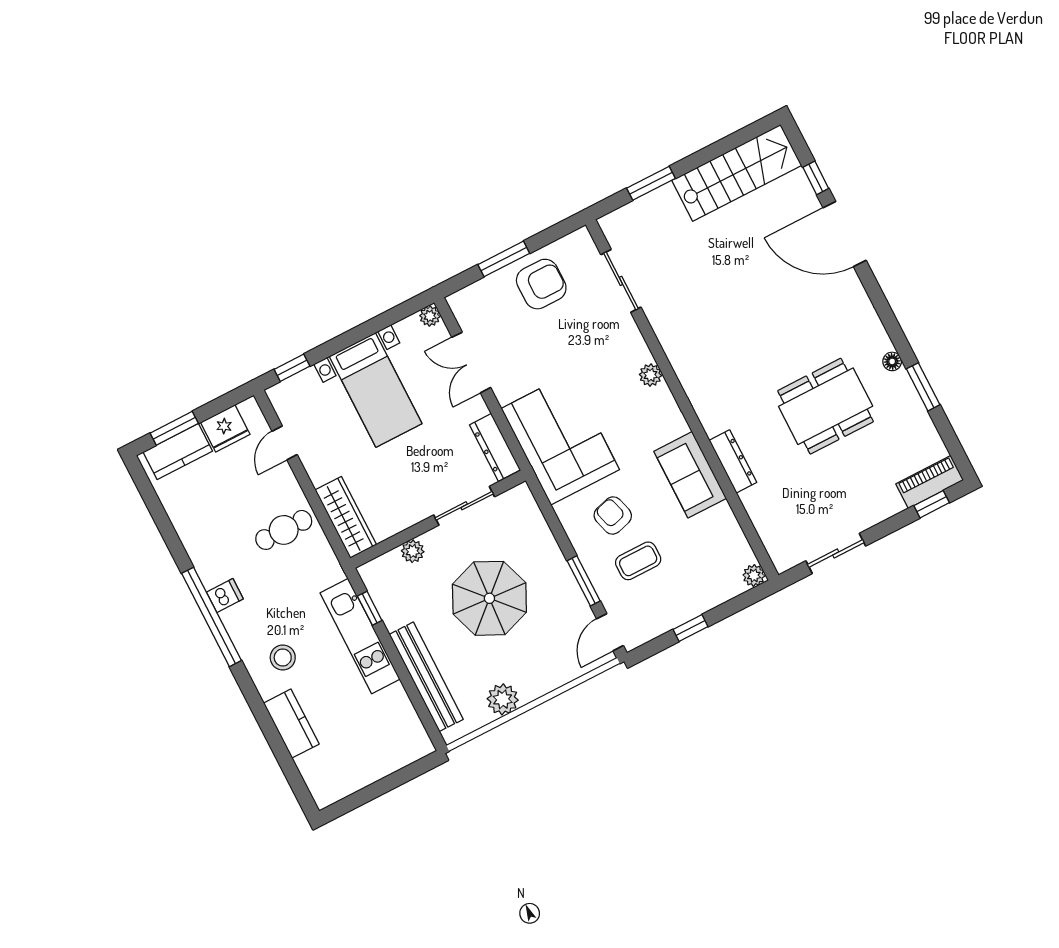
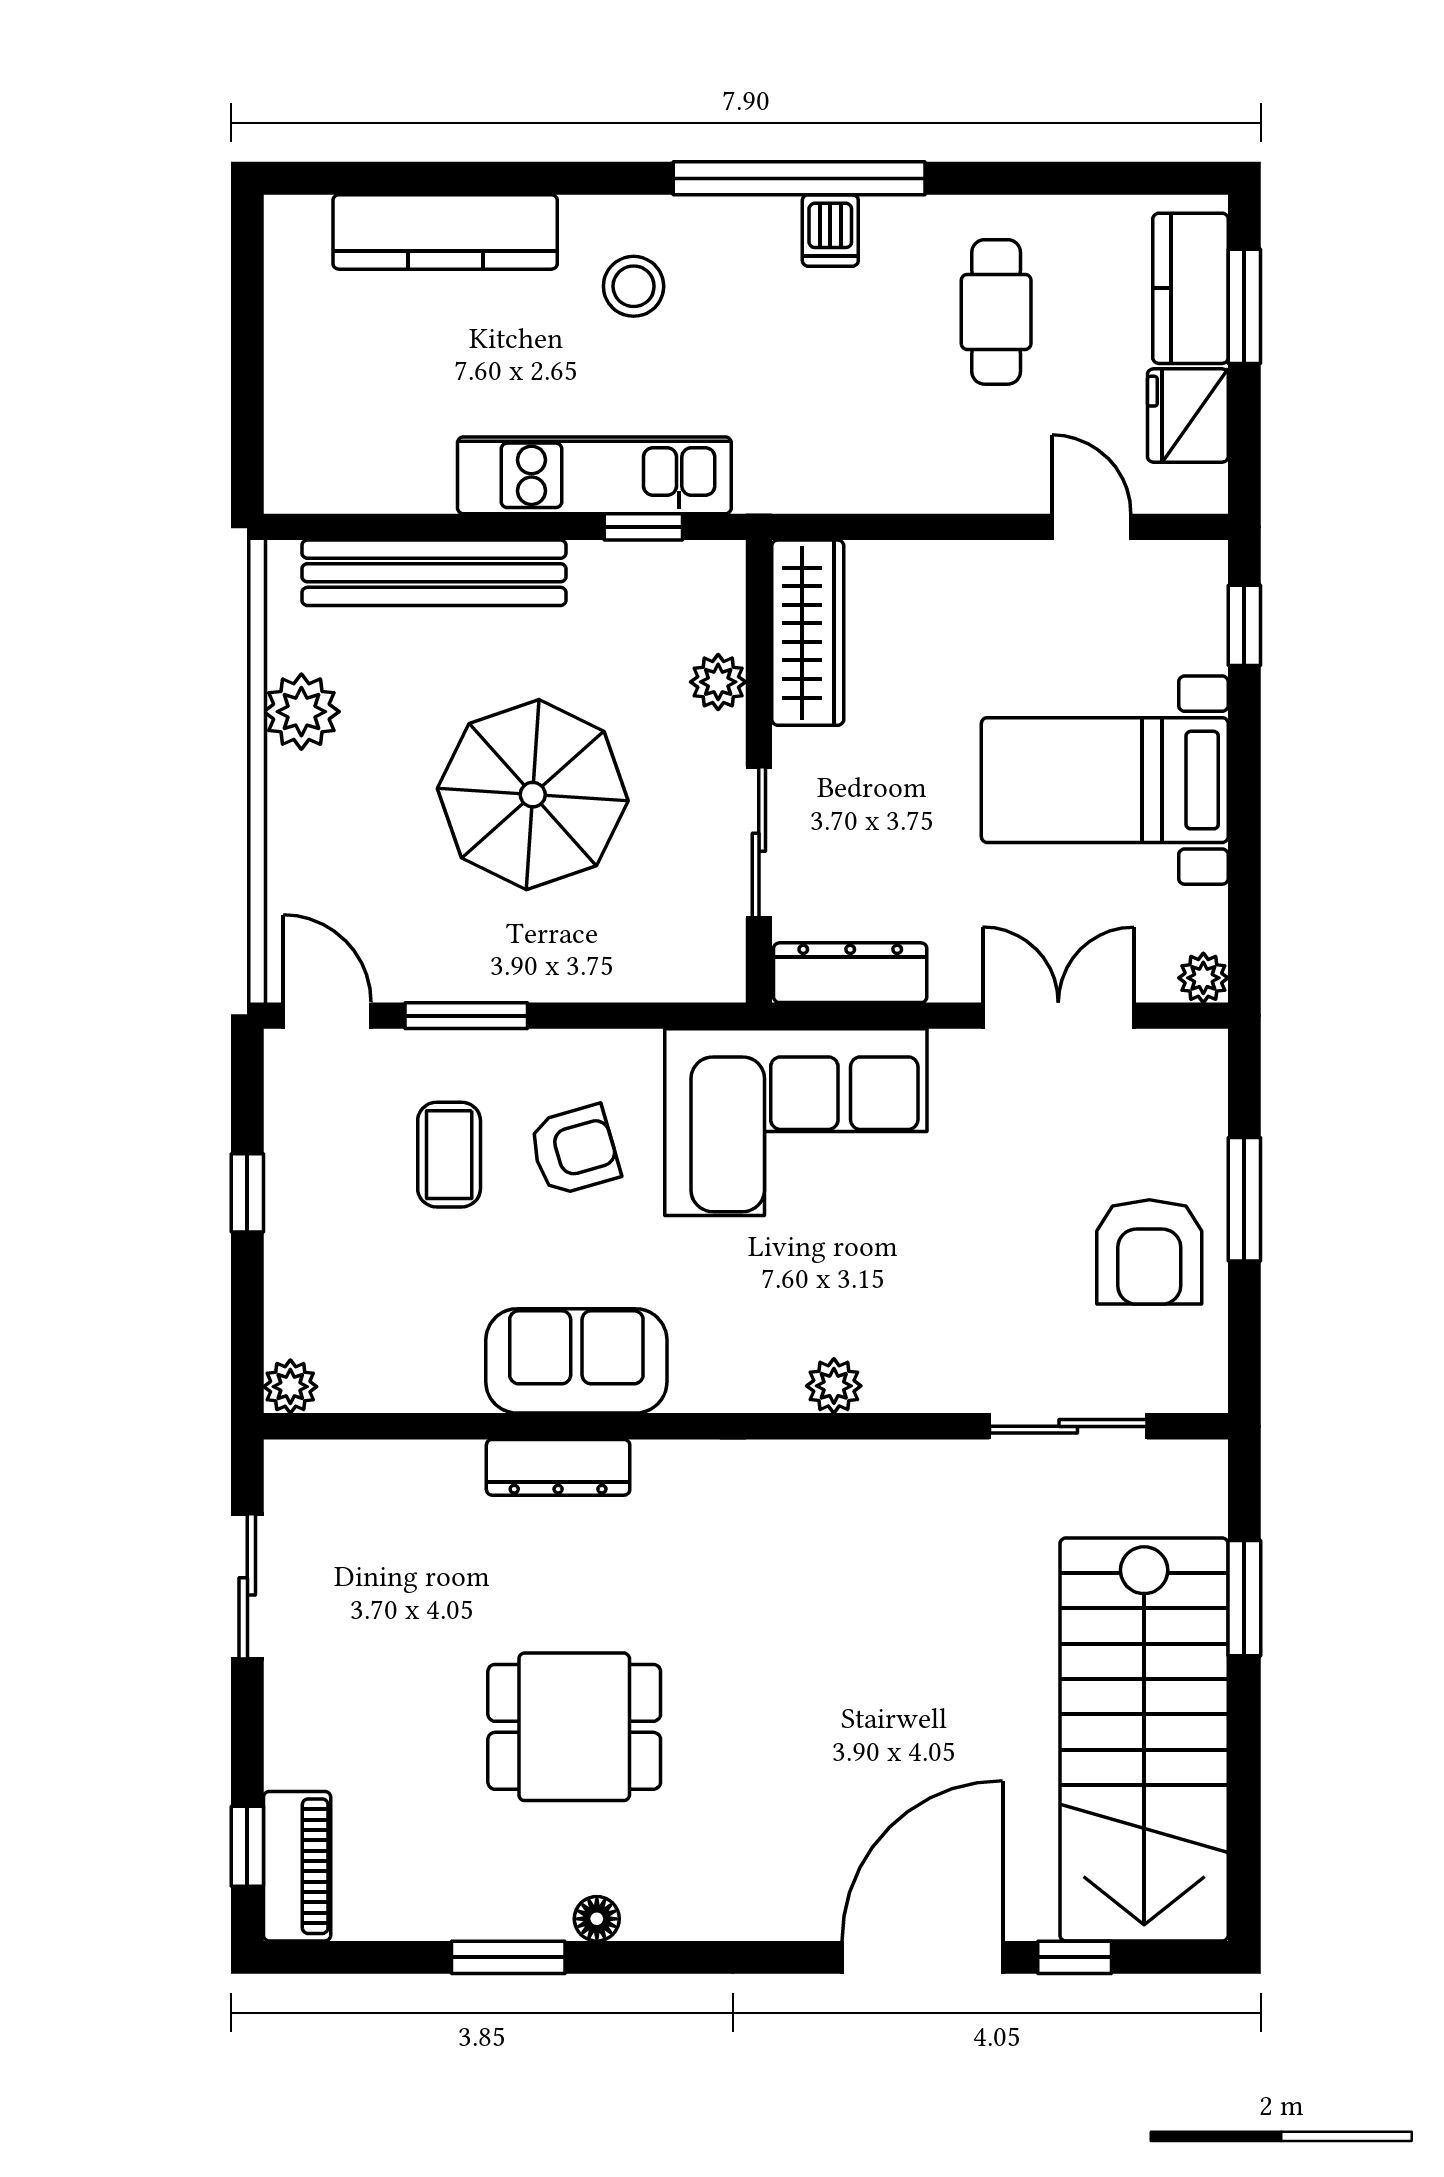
stairs: (737, 173) -> (1144, 1740), width x1.36, depth x1.51
dining table: (826, 406) -> (574, 1727), width x0.73
wardrobe: (346, 517) -> (808, 633), moved, turned -90
cafe table: (284, 530) -> (996, 312), moved
kitchen counter: (291, 724) -> (445, 232), width x1.50

